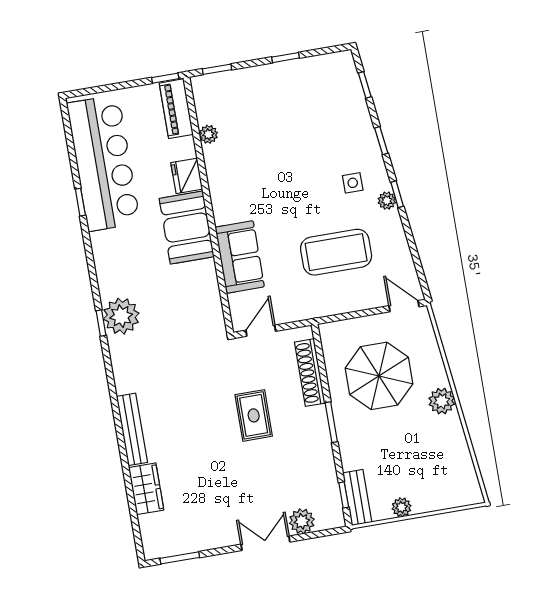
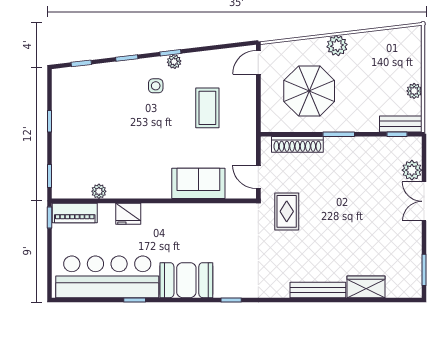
booth: (187, 228) -> (186, 280), moved
coffee table: (336, 252) -> (207, 108), width x0.73, depth x0.76
plant: (121, 316) -> (229, 283), removed
rug: (254, 415) -> (287, 211), moved, turned 90

